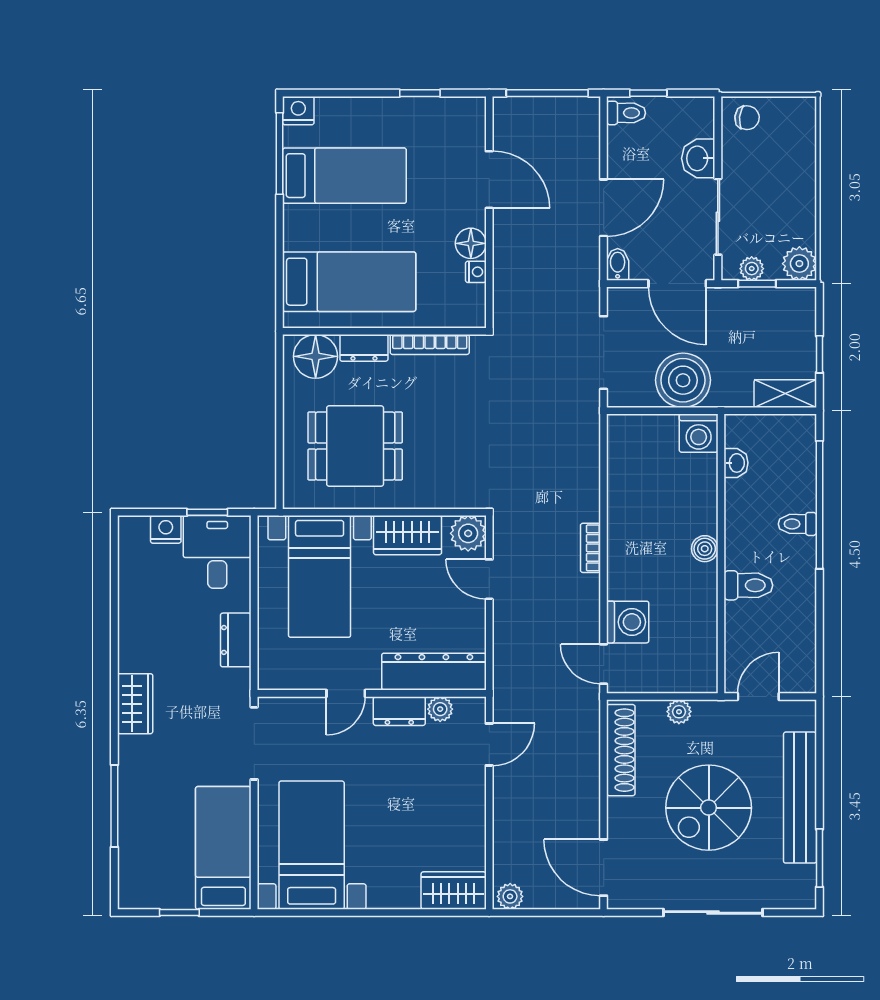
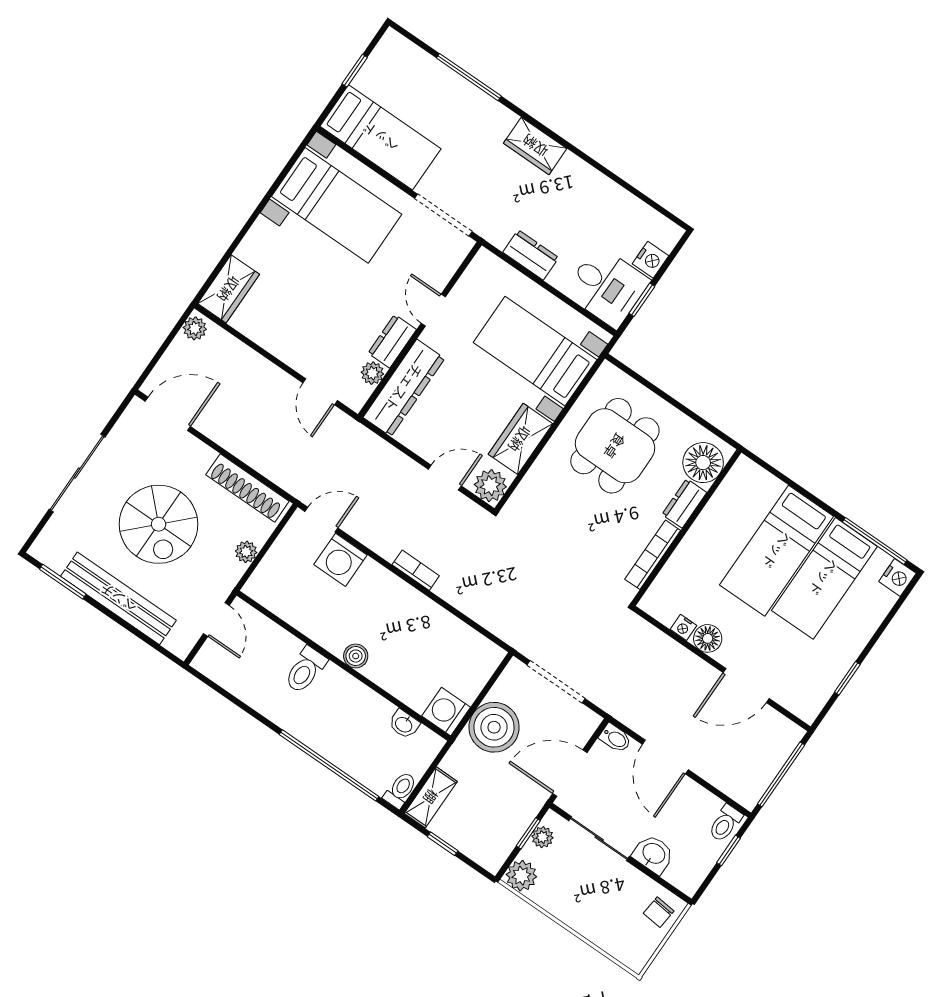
bed: (349, 282) -> (777, 551), moved
toilet: (797, 524) -> (400, 790), moved
spiral stairs: (709, 808) -> (159, 524), turned 180

